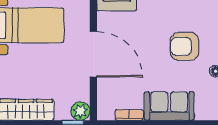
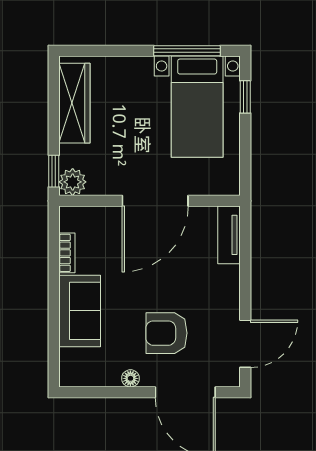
armchair: (184, 46) -> (166, 333), turned -90

